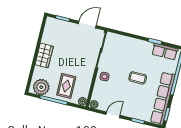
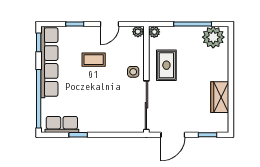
wardrobe: (44, 56) -> (220, 97), moved
coffee table: (138, 78) -> (94, 60), moved
rug: (66, 86) -> (166, 65), moved

